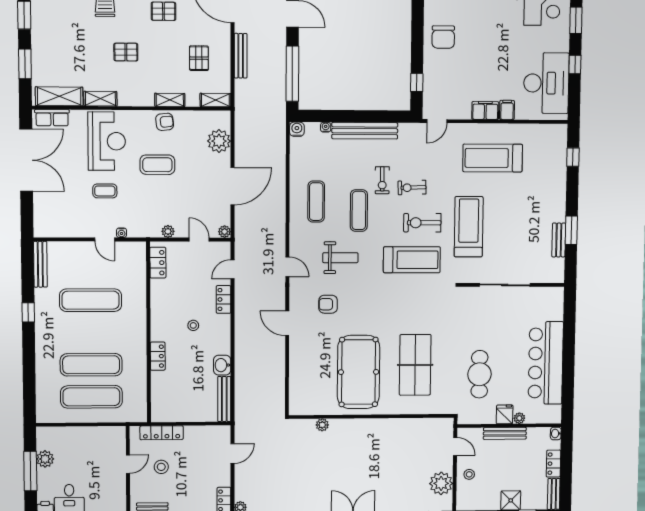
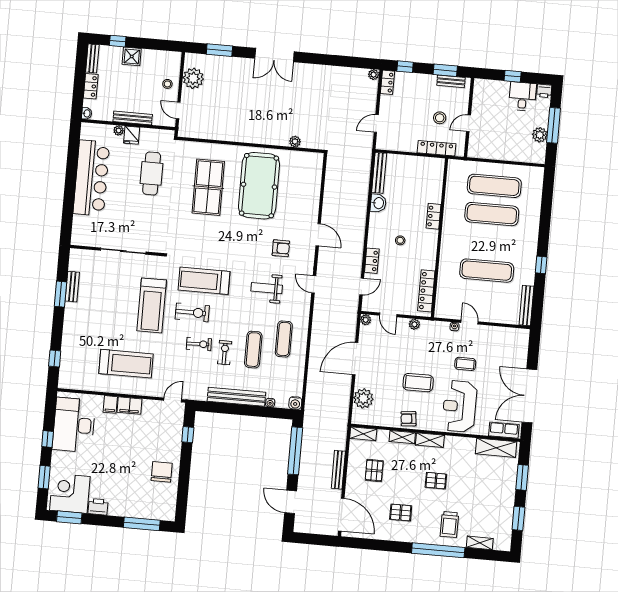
shelving: (100, 99) -> (430, 440), moved
exercise mat: (359, 210) -> (253, 350), moved
locker: (158, 263) -> (426, 291), width x1.53

